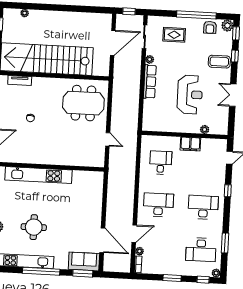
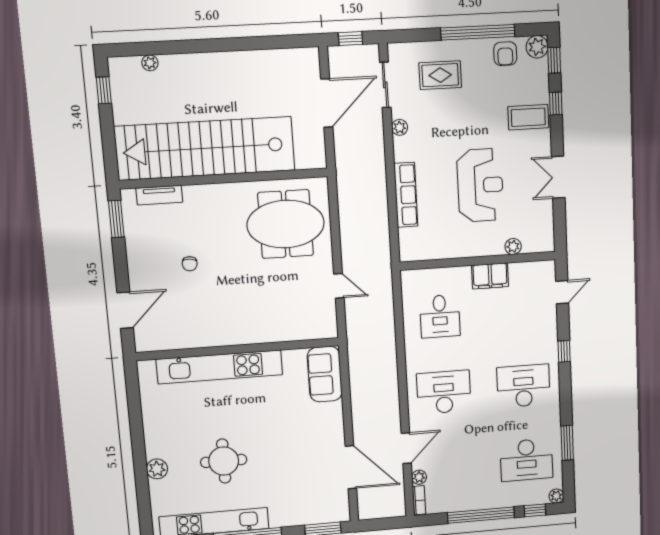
row of seats: (150, 82) -> (406, 195), moved
desk: (161, 163) -> (440, 316), turned 180
sofa: (84, 261) -> (325, 374), moved, turned -90
window: (172, 278) -> (481, 515), width x2.11

